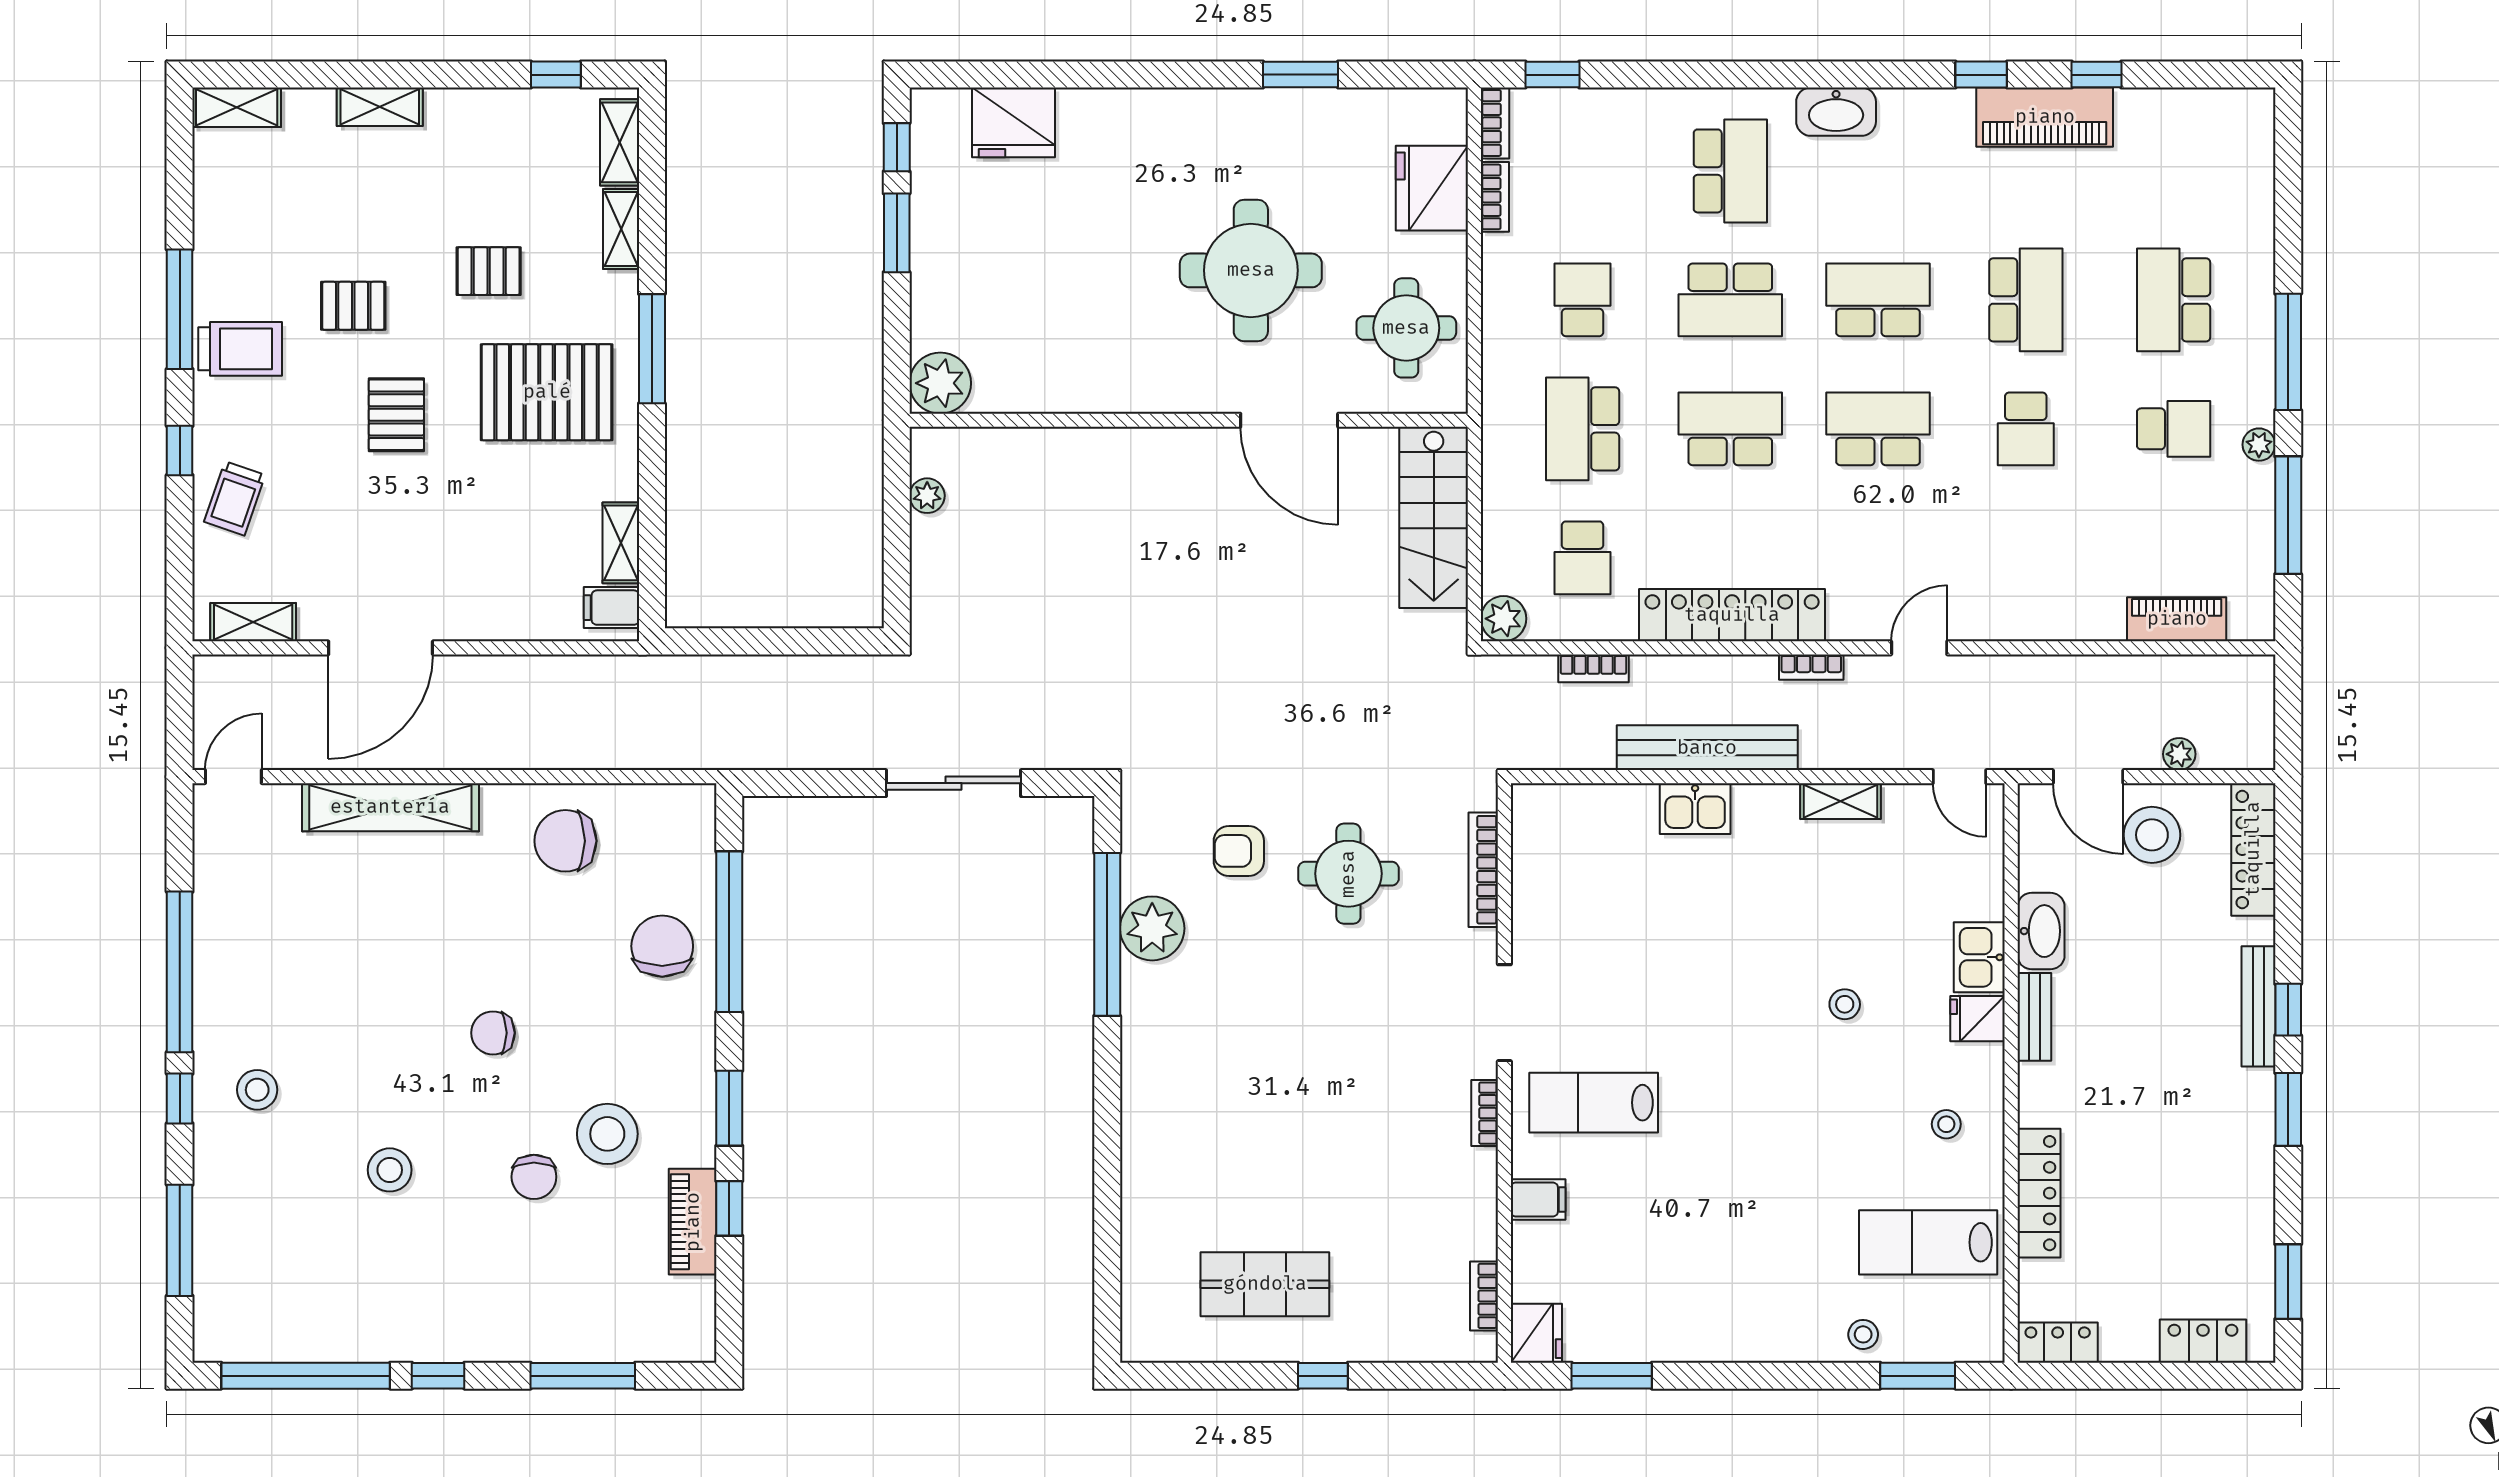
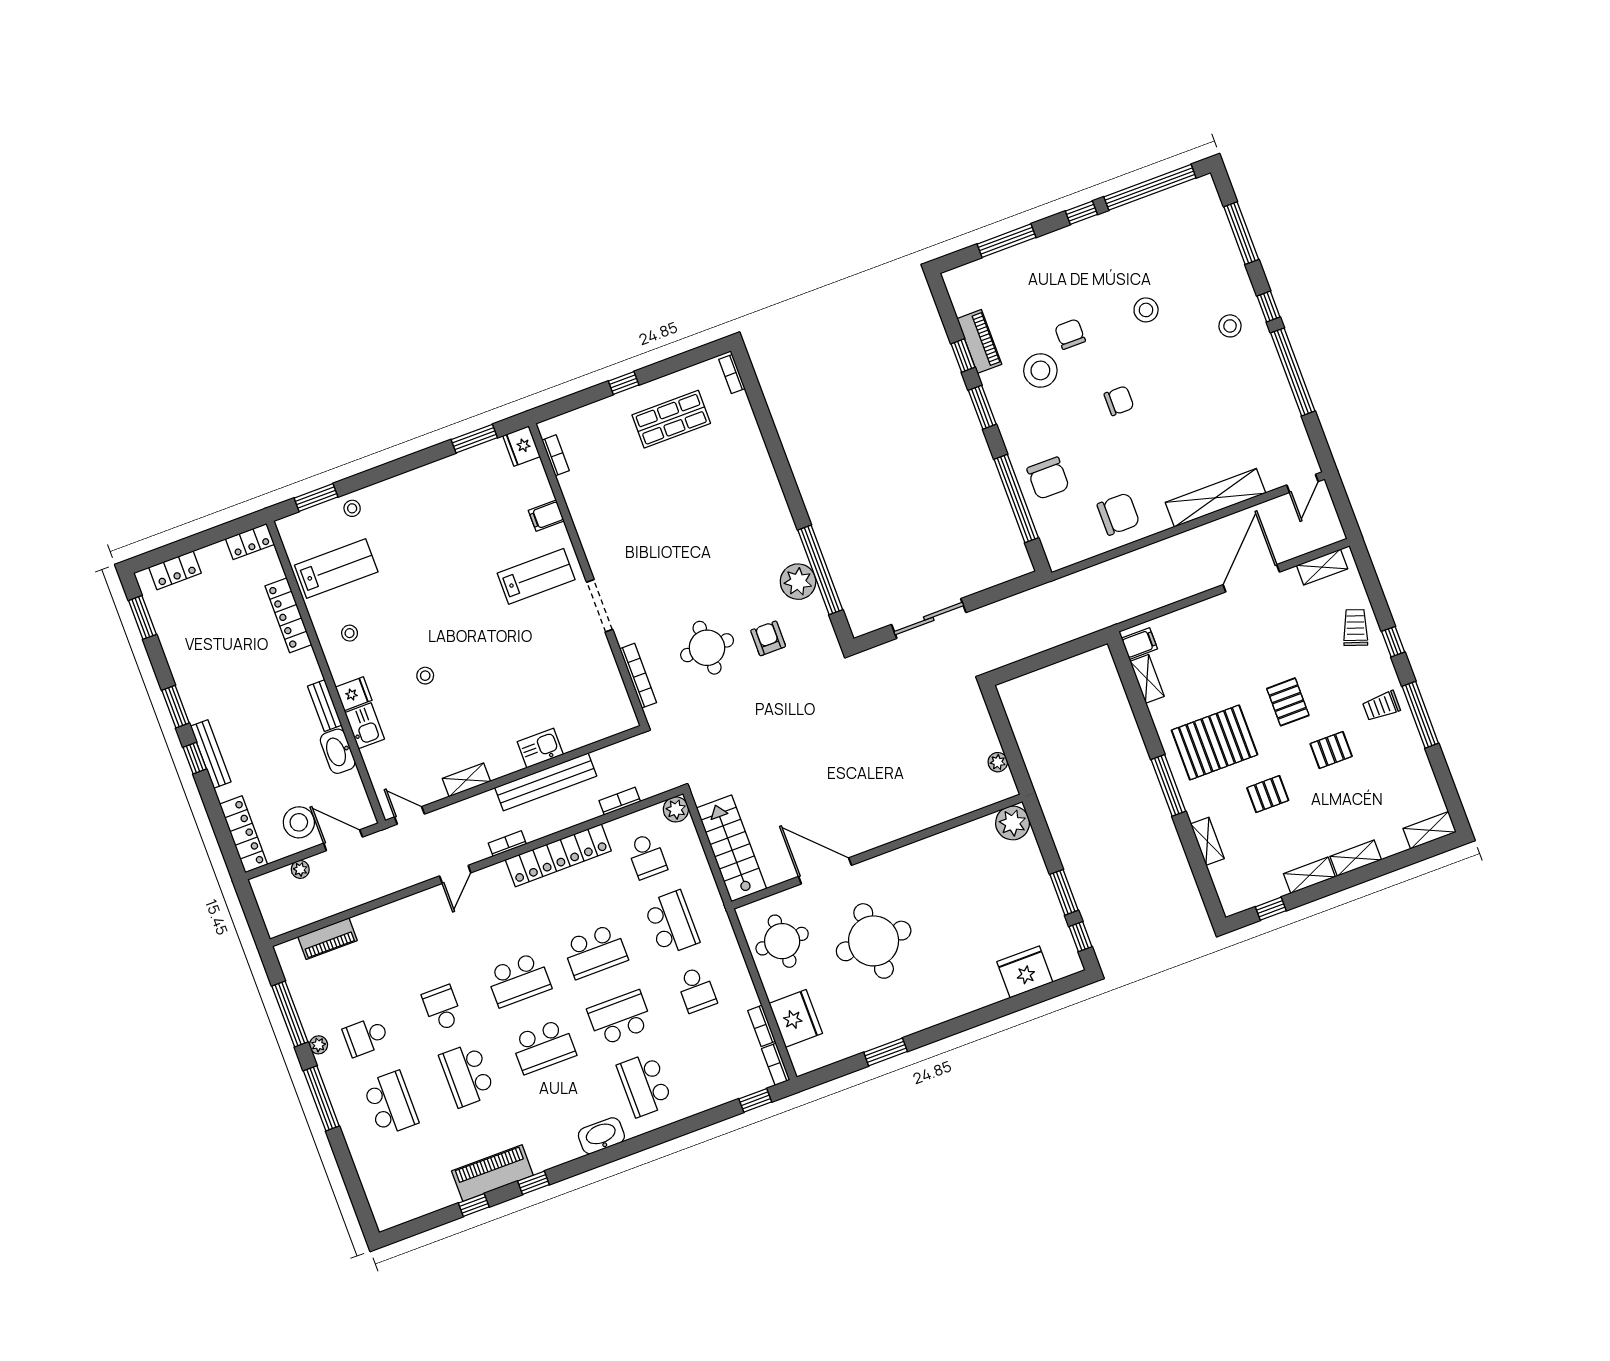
shelving: (620, 142) -> (1309, 875), moved, turned 90
trolley: (240, 349) -> (1381, 706), width x0.73, depth x0.72
school desk: (1583, 558) -> (647, 856), turned 180
armchair: (1239, 851) -> (768, 638), turned -90
bookcase: (1485, 1113) -> (732, 374), moved, turned 180

